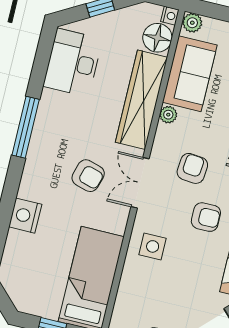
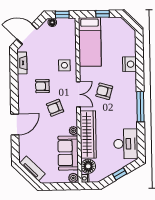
armchair: (192, 168) -> (55, 108), turned 65

